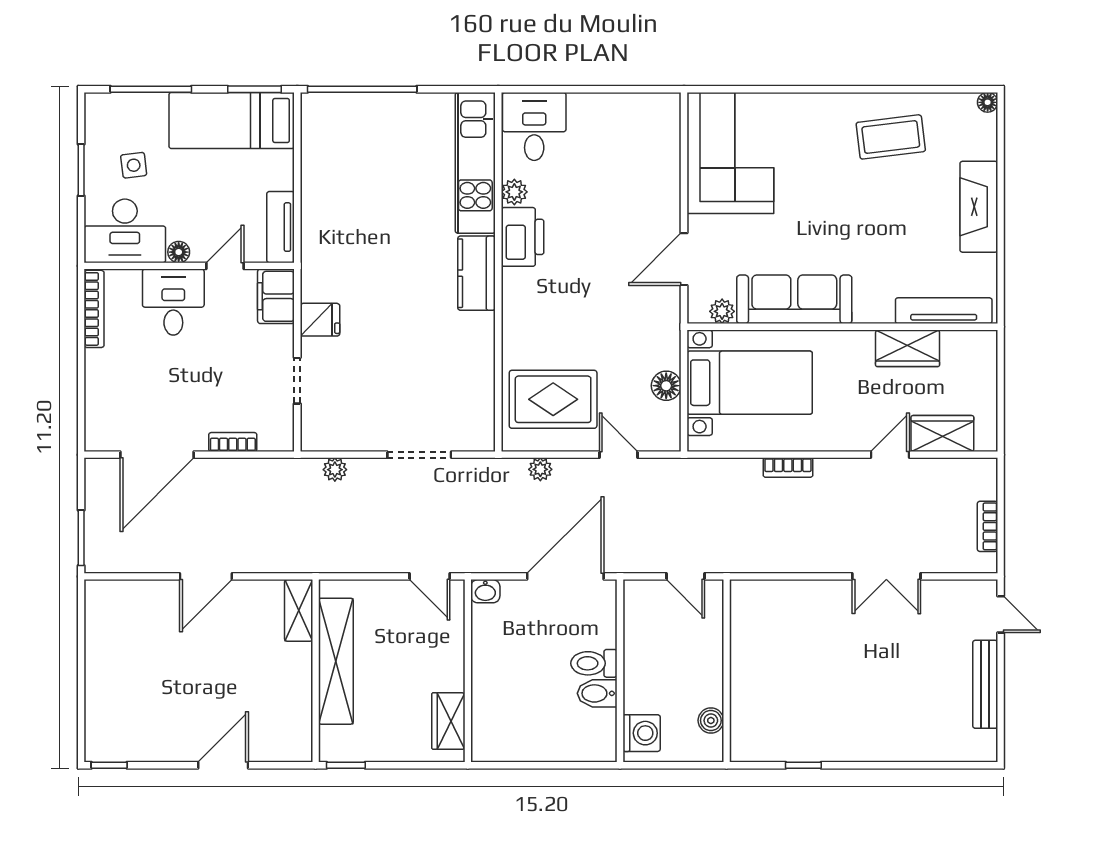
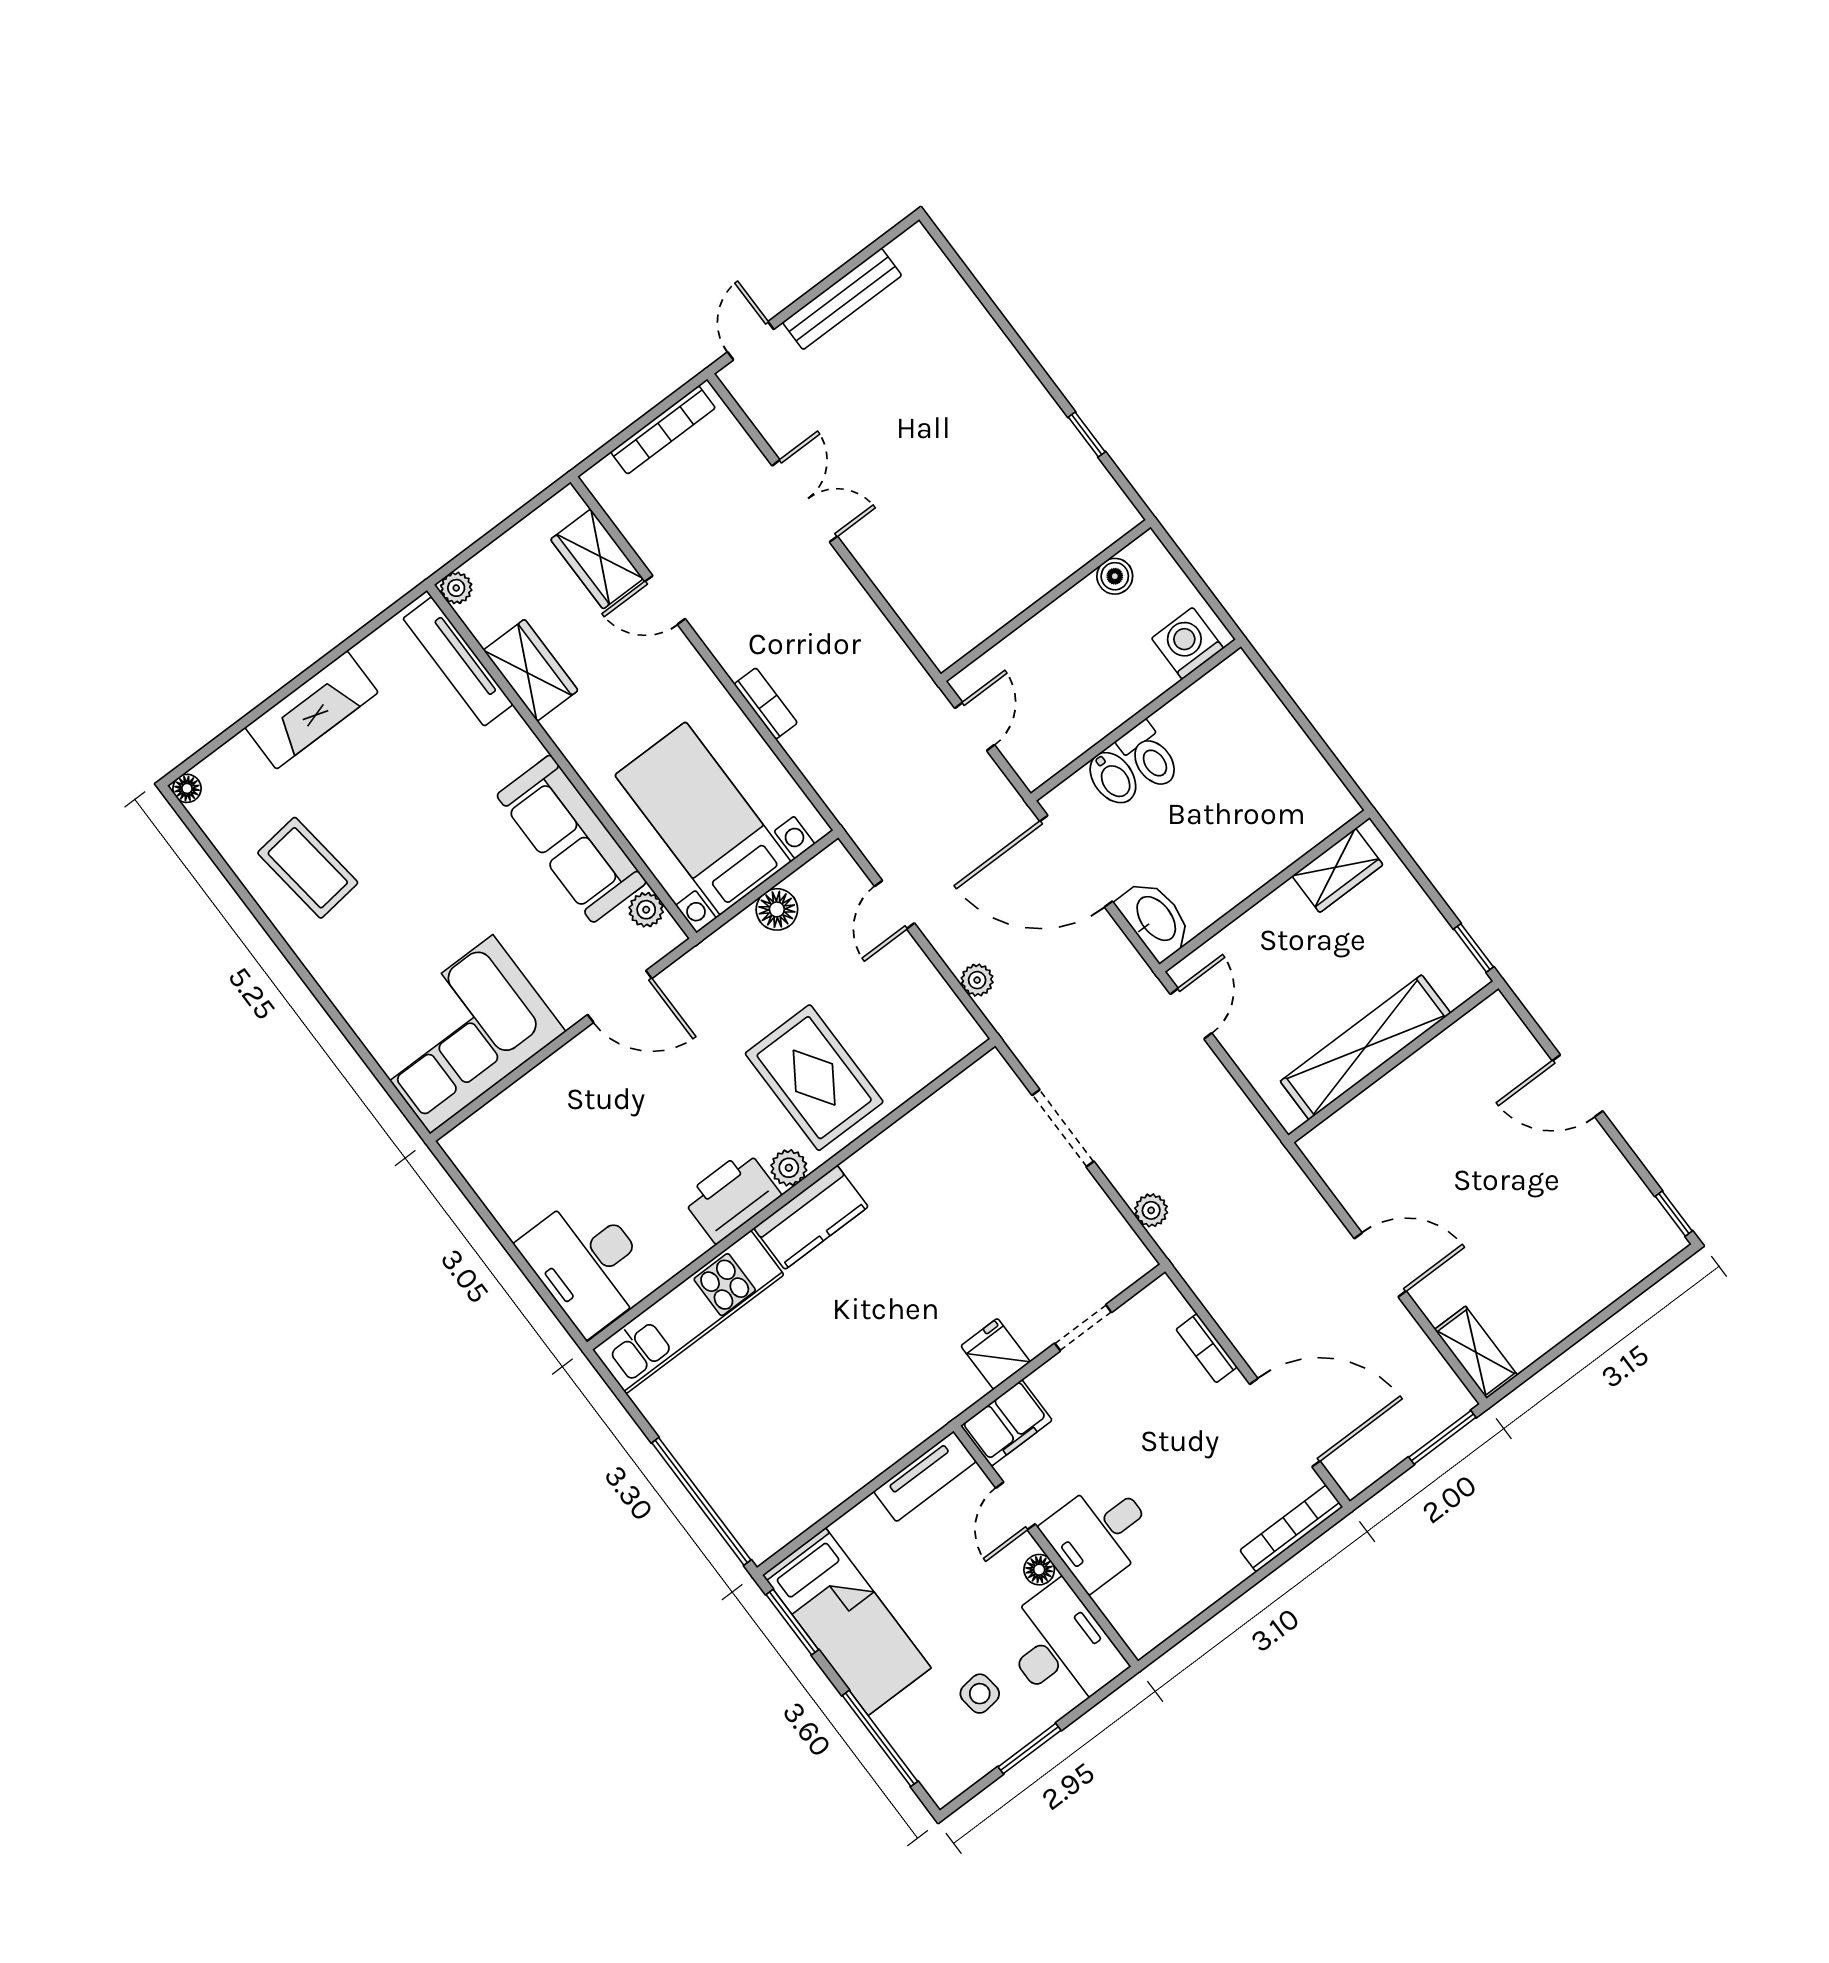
desk: (534, 126) -> (588, 1264), width x1.37
plant: (514, 192) -> (789, 1168), moved
door: (225, 266) -> (1015, 1506), hinge flipped
bookcase: (94, 309) -> (1291, 1529), moved
plant: (986, 341) -> (456, 588), added
rug: (553, 399) -> (814, 1078), moved
bookcase: (988, 526) -> (663, 430), width x1.56
washbasin: (485, 591) -> (1155, 919), width x1.91, depth x1.45
shelving: (299, 610) -> (1476, 1352), moved, turned 90
bidet: (597, 693) -> (1113, 778), moved

